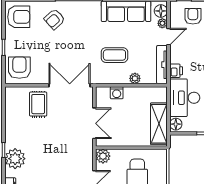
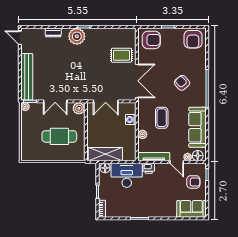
armchair: (55, 19) -> (182, 83), moved

